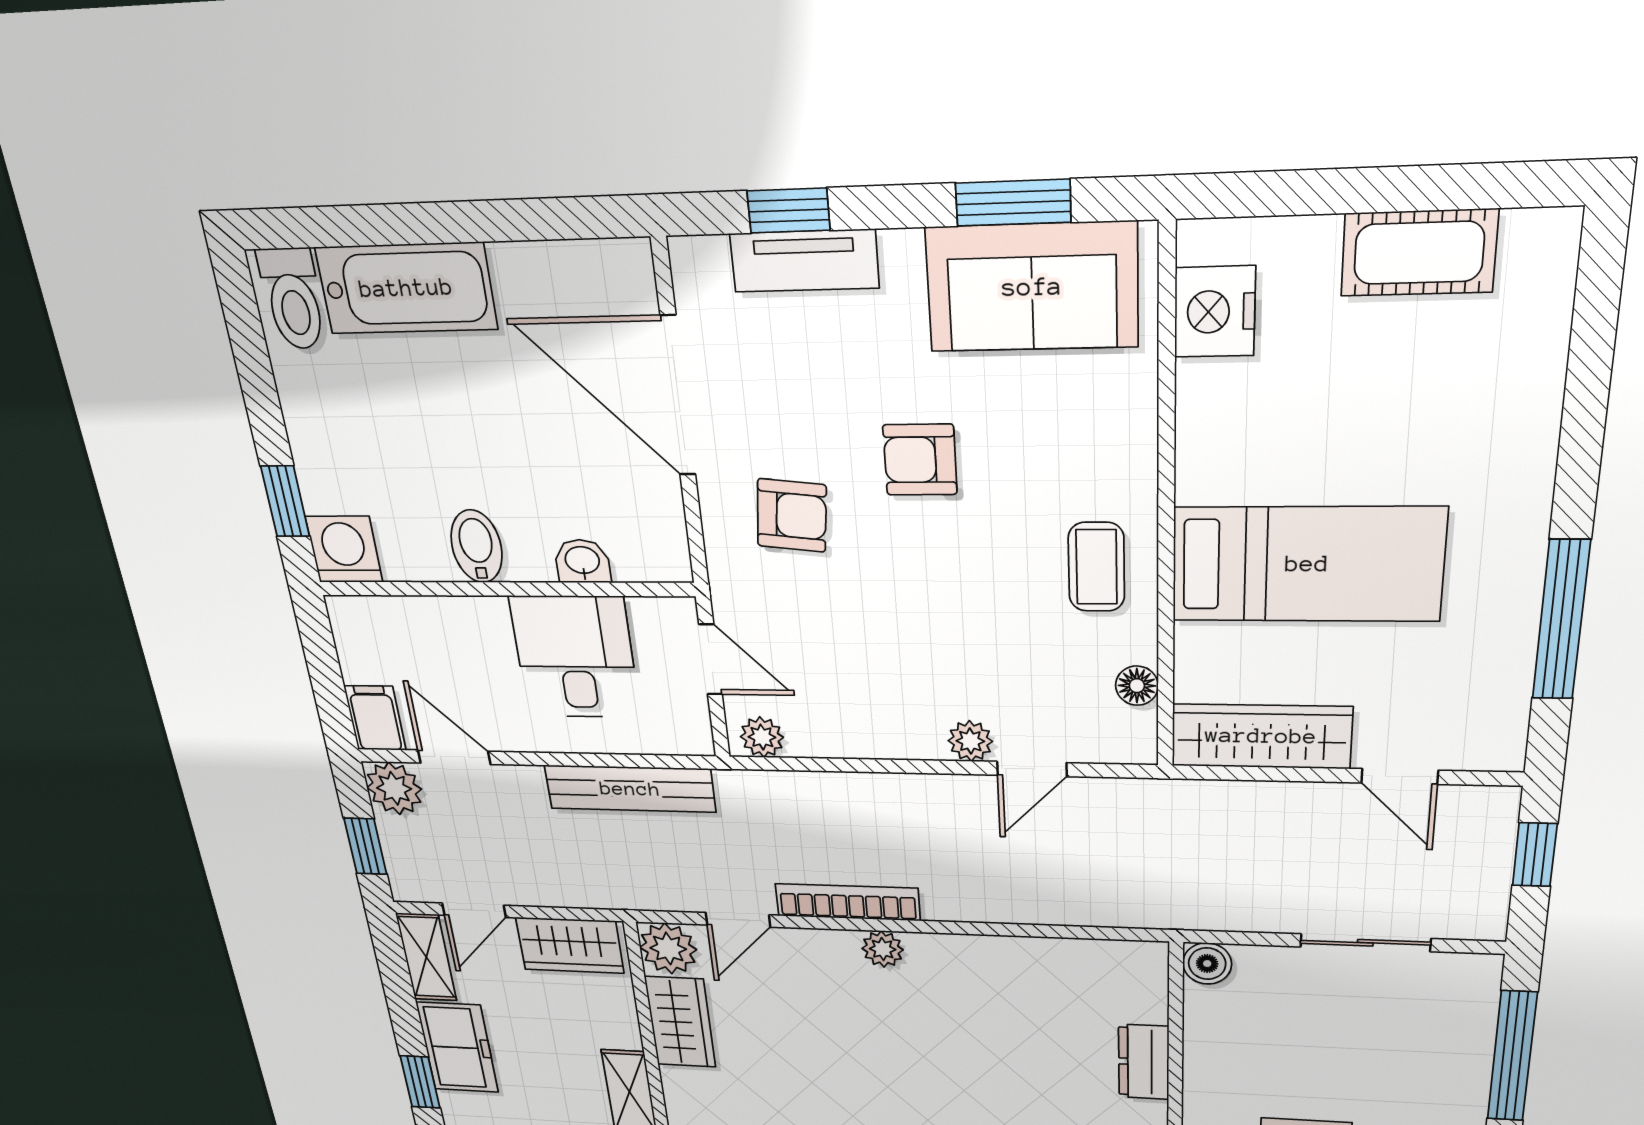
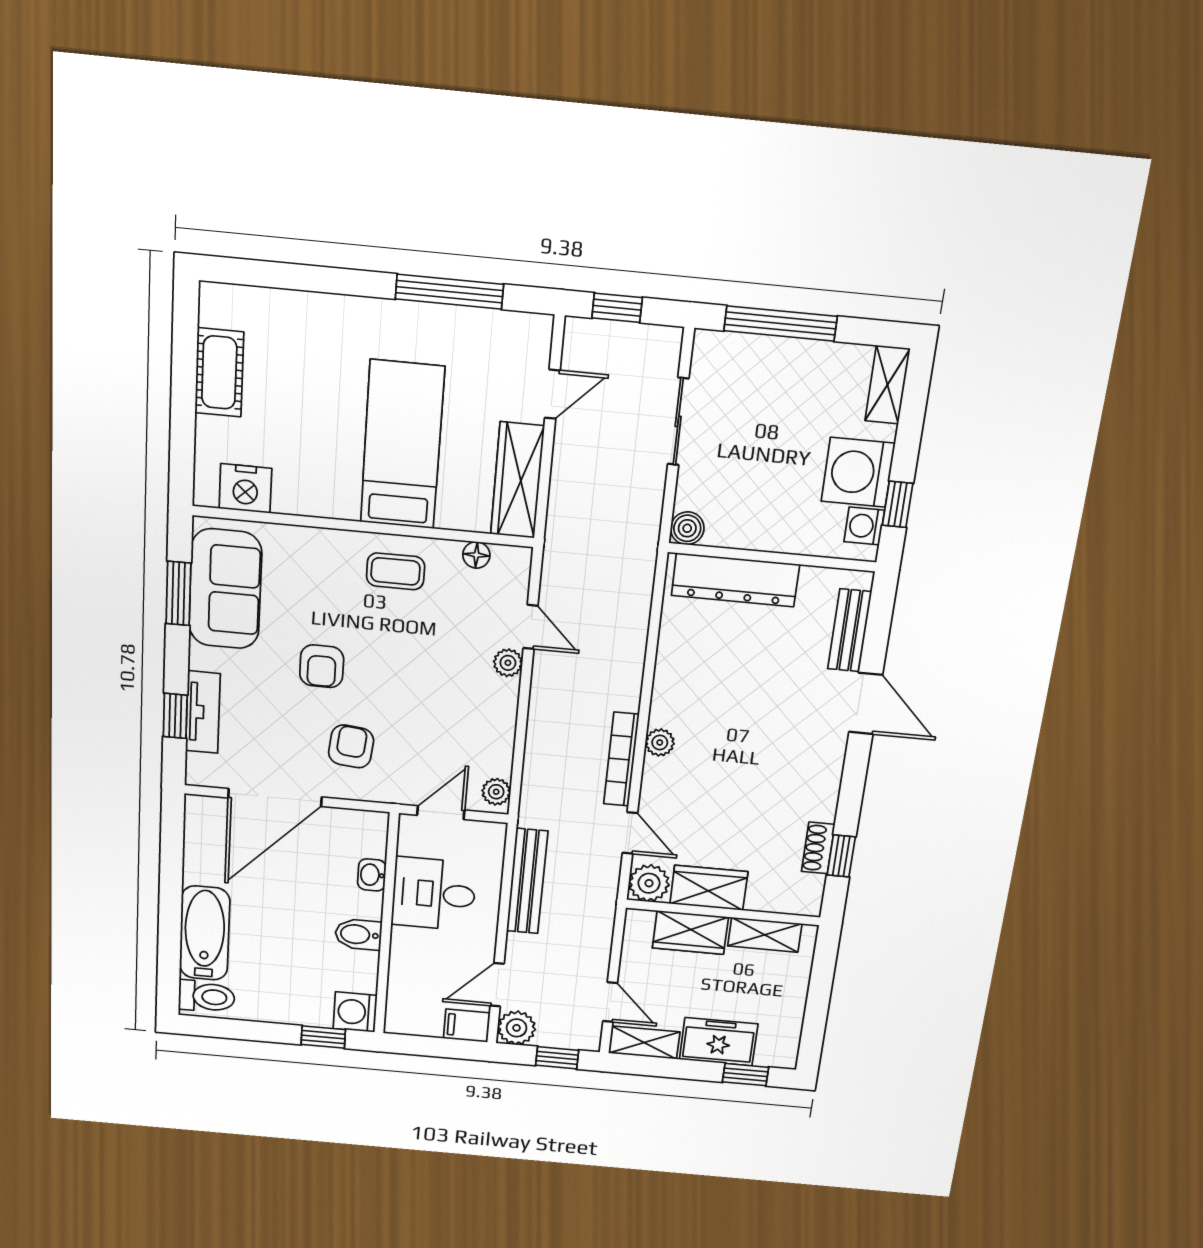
wardrobe: (570, 945) -> (690, 933), moved, turned 90
dresser: (1144, 1062) -> (735, 580), width x1.96, depth x1.24

